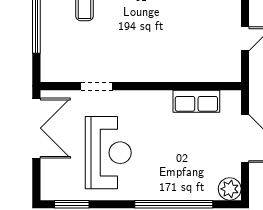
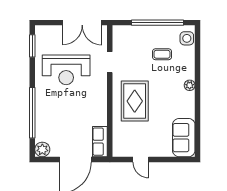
rug: (156, 48) -> (135, 101), added
row of seats: (196, 101) -> (100, 142), moved

